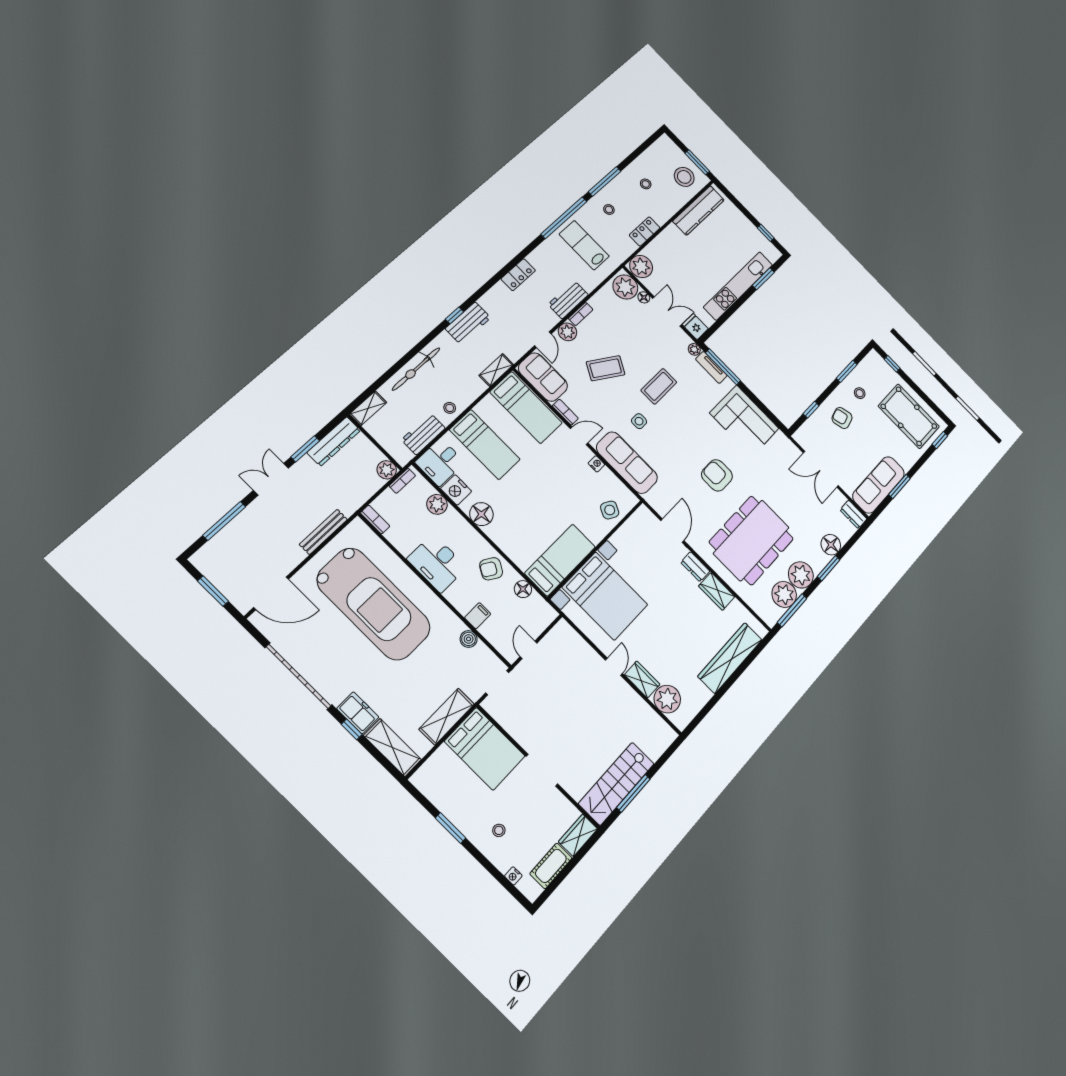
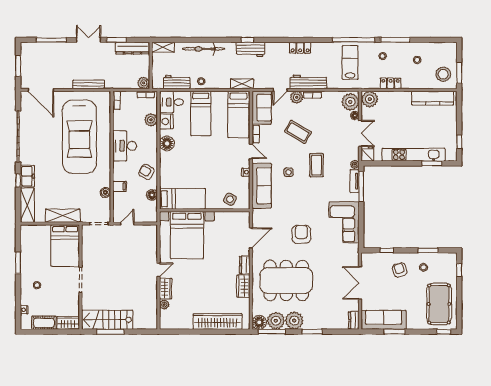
workbench: (568, 300) -> (308, 82), width x1.38
coffee table: (659, 386) -> (316, 165), turned 90
floor lamp: (831, 545) -> (259, 322), moved
plant: (667, 699) -> (164, 305), width x0.53, depth x0.53

